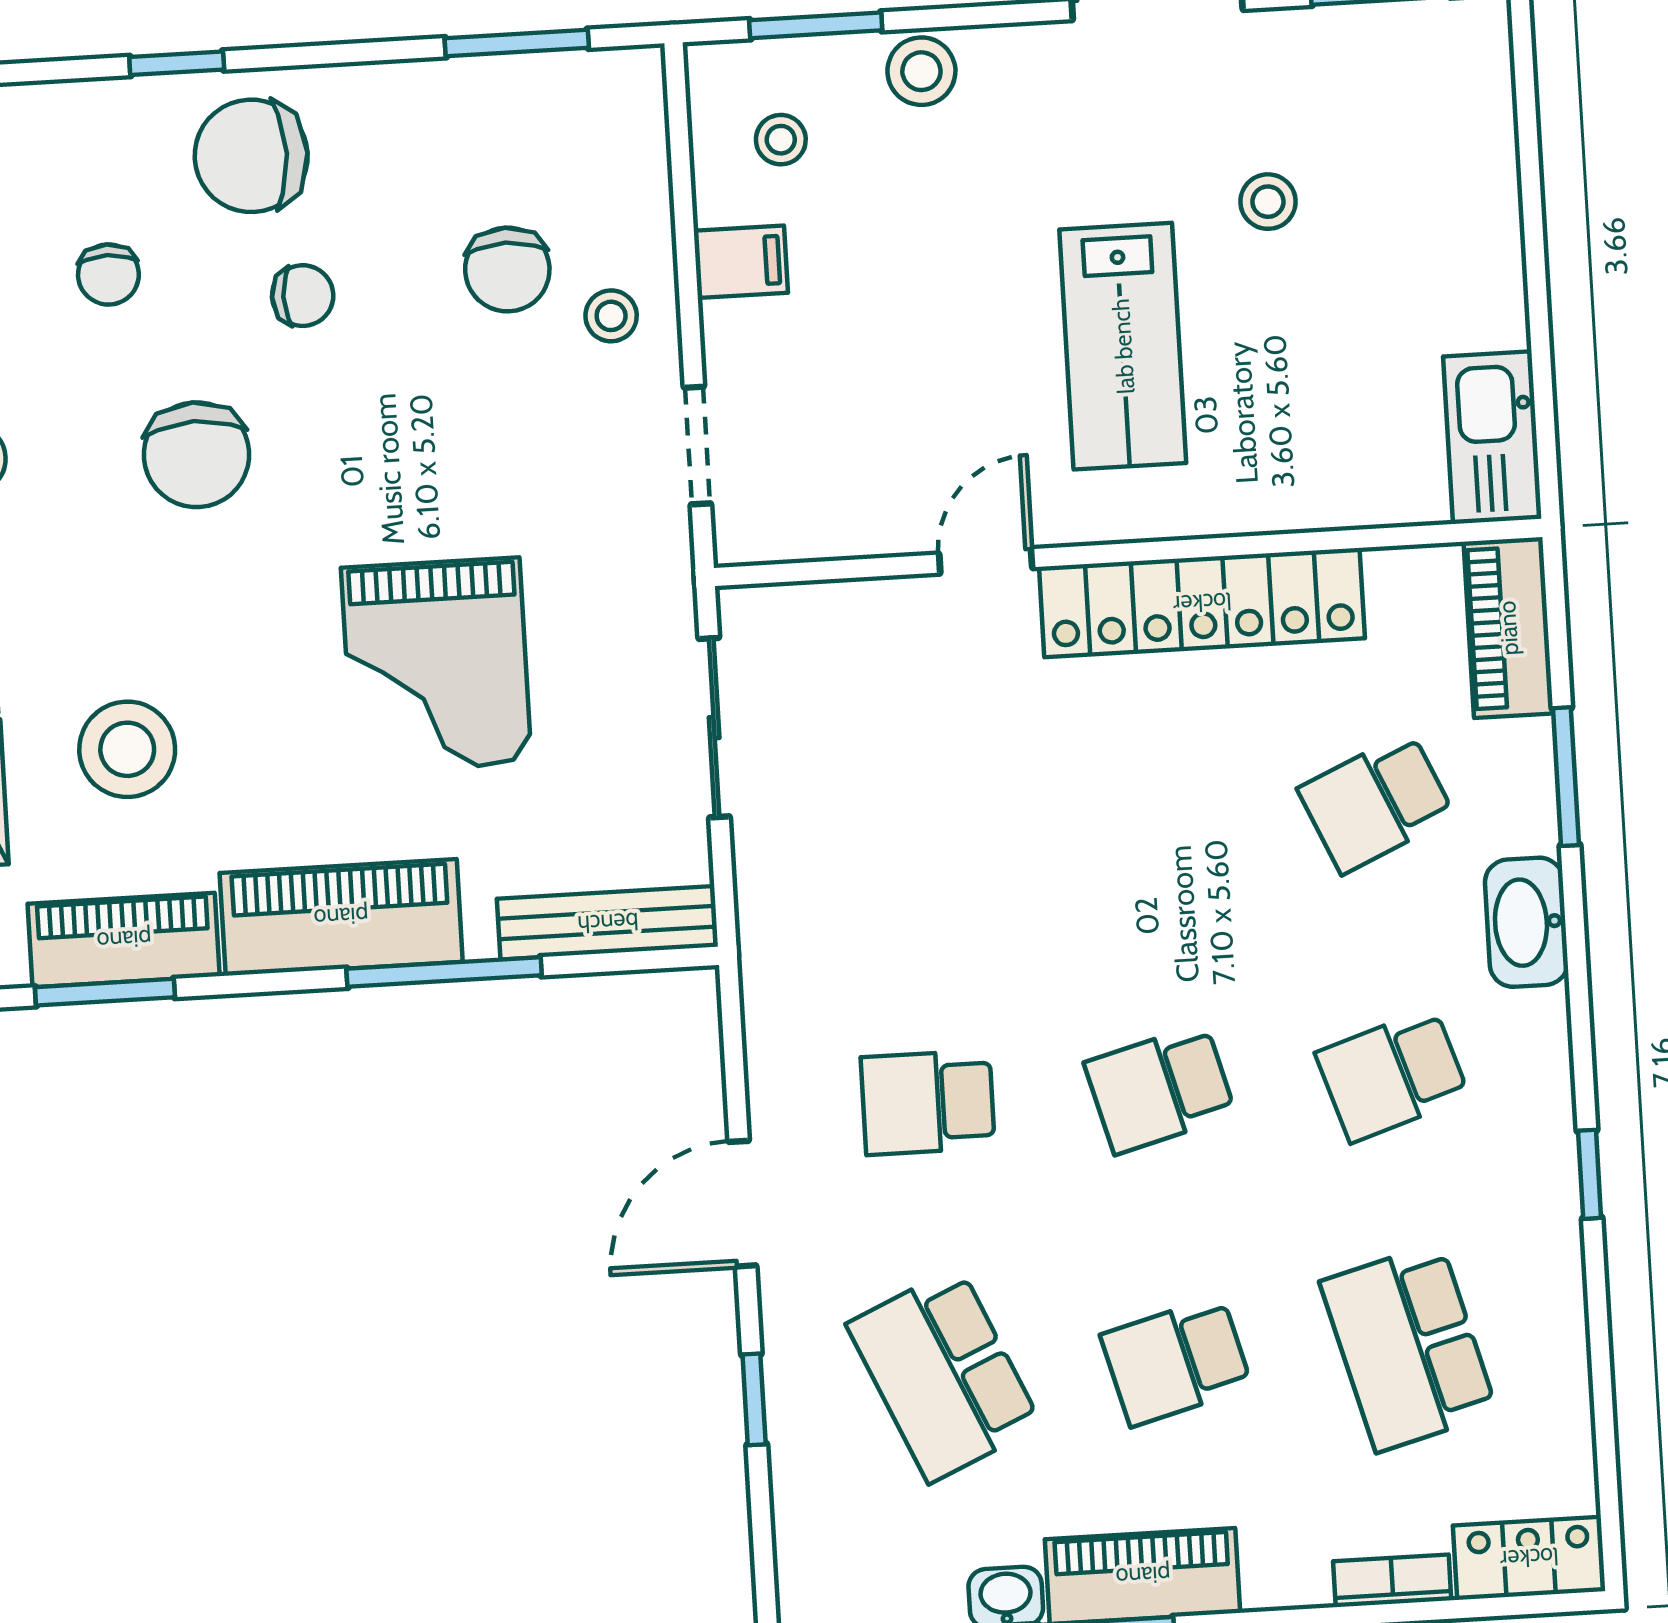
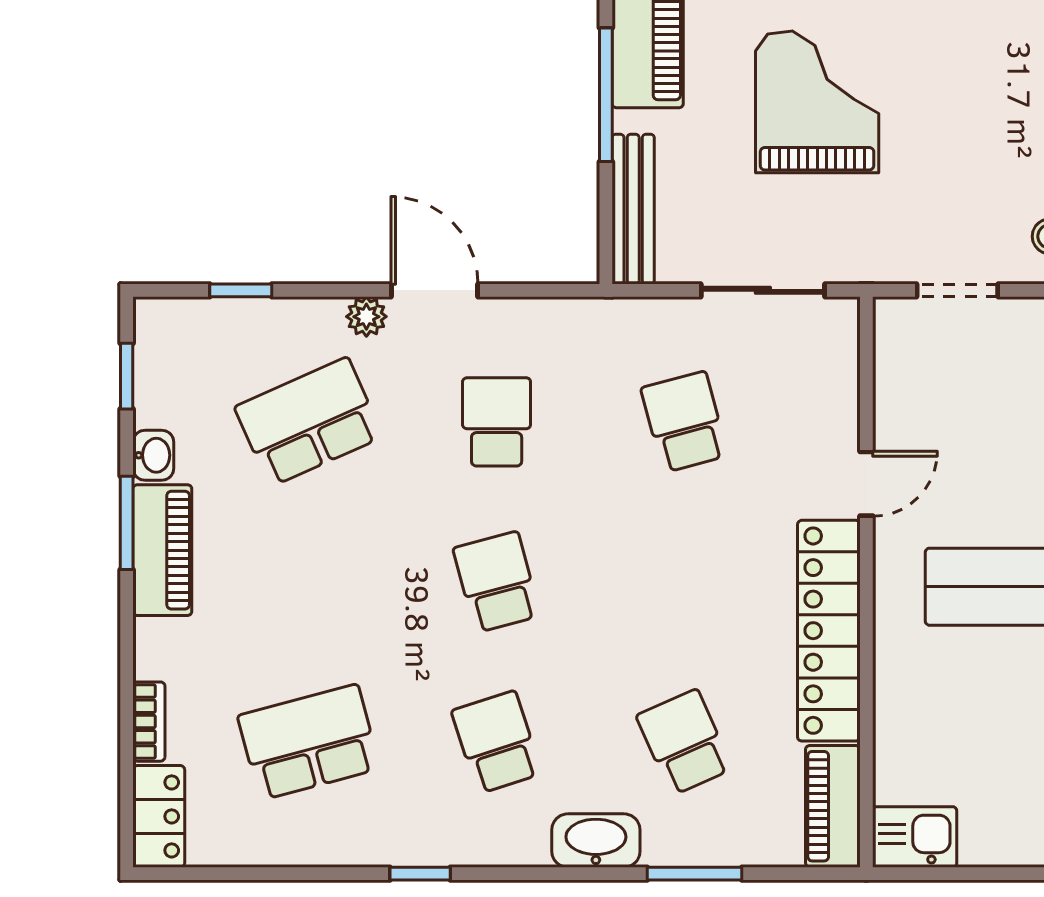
kitchen sink: (1492, 438) -> (915, 837), width x0.73
door: (986, 561) -> (866, 484), hinge flipped
piano: (1508, 628) -> (833, 806), moved, turned -90
grand piano: (436, 665) -> (817, 102), turned 90
plant: (786, 1300) -> (366, 317), added
school desk: (1176, 1361) -> (684, 422), moved
window: (754, 1399) -> (241, 290), moved

